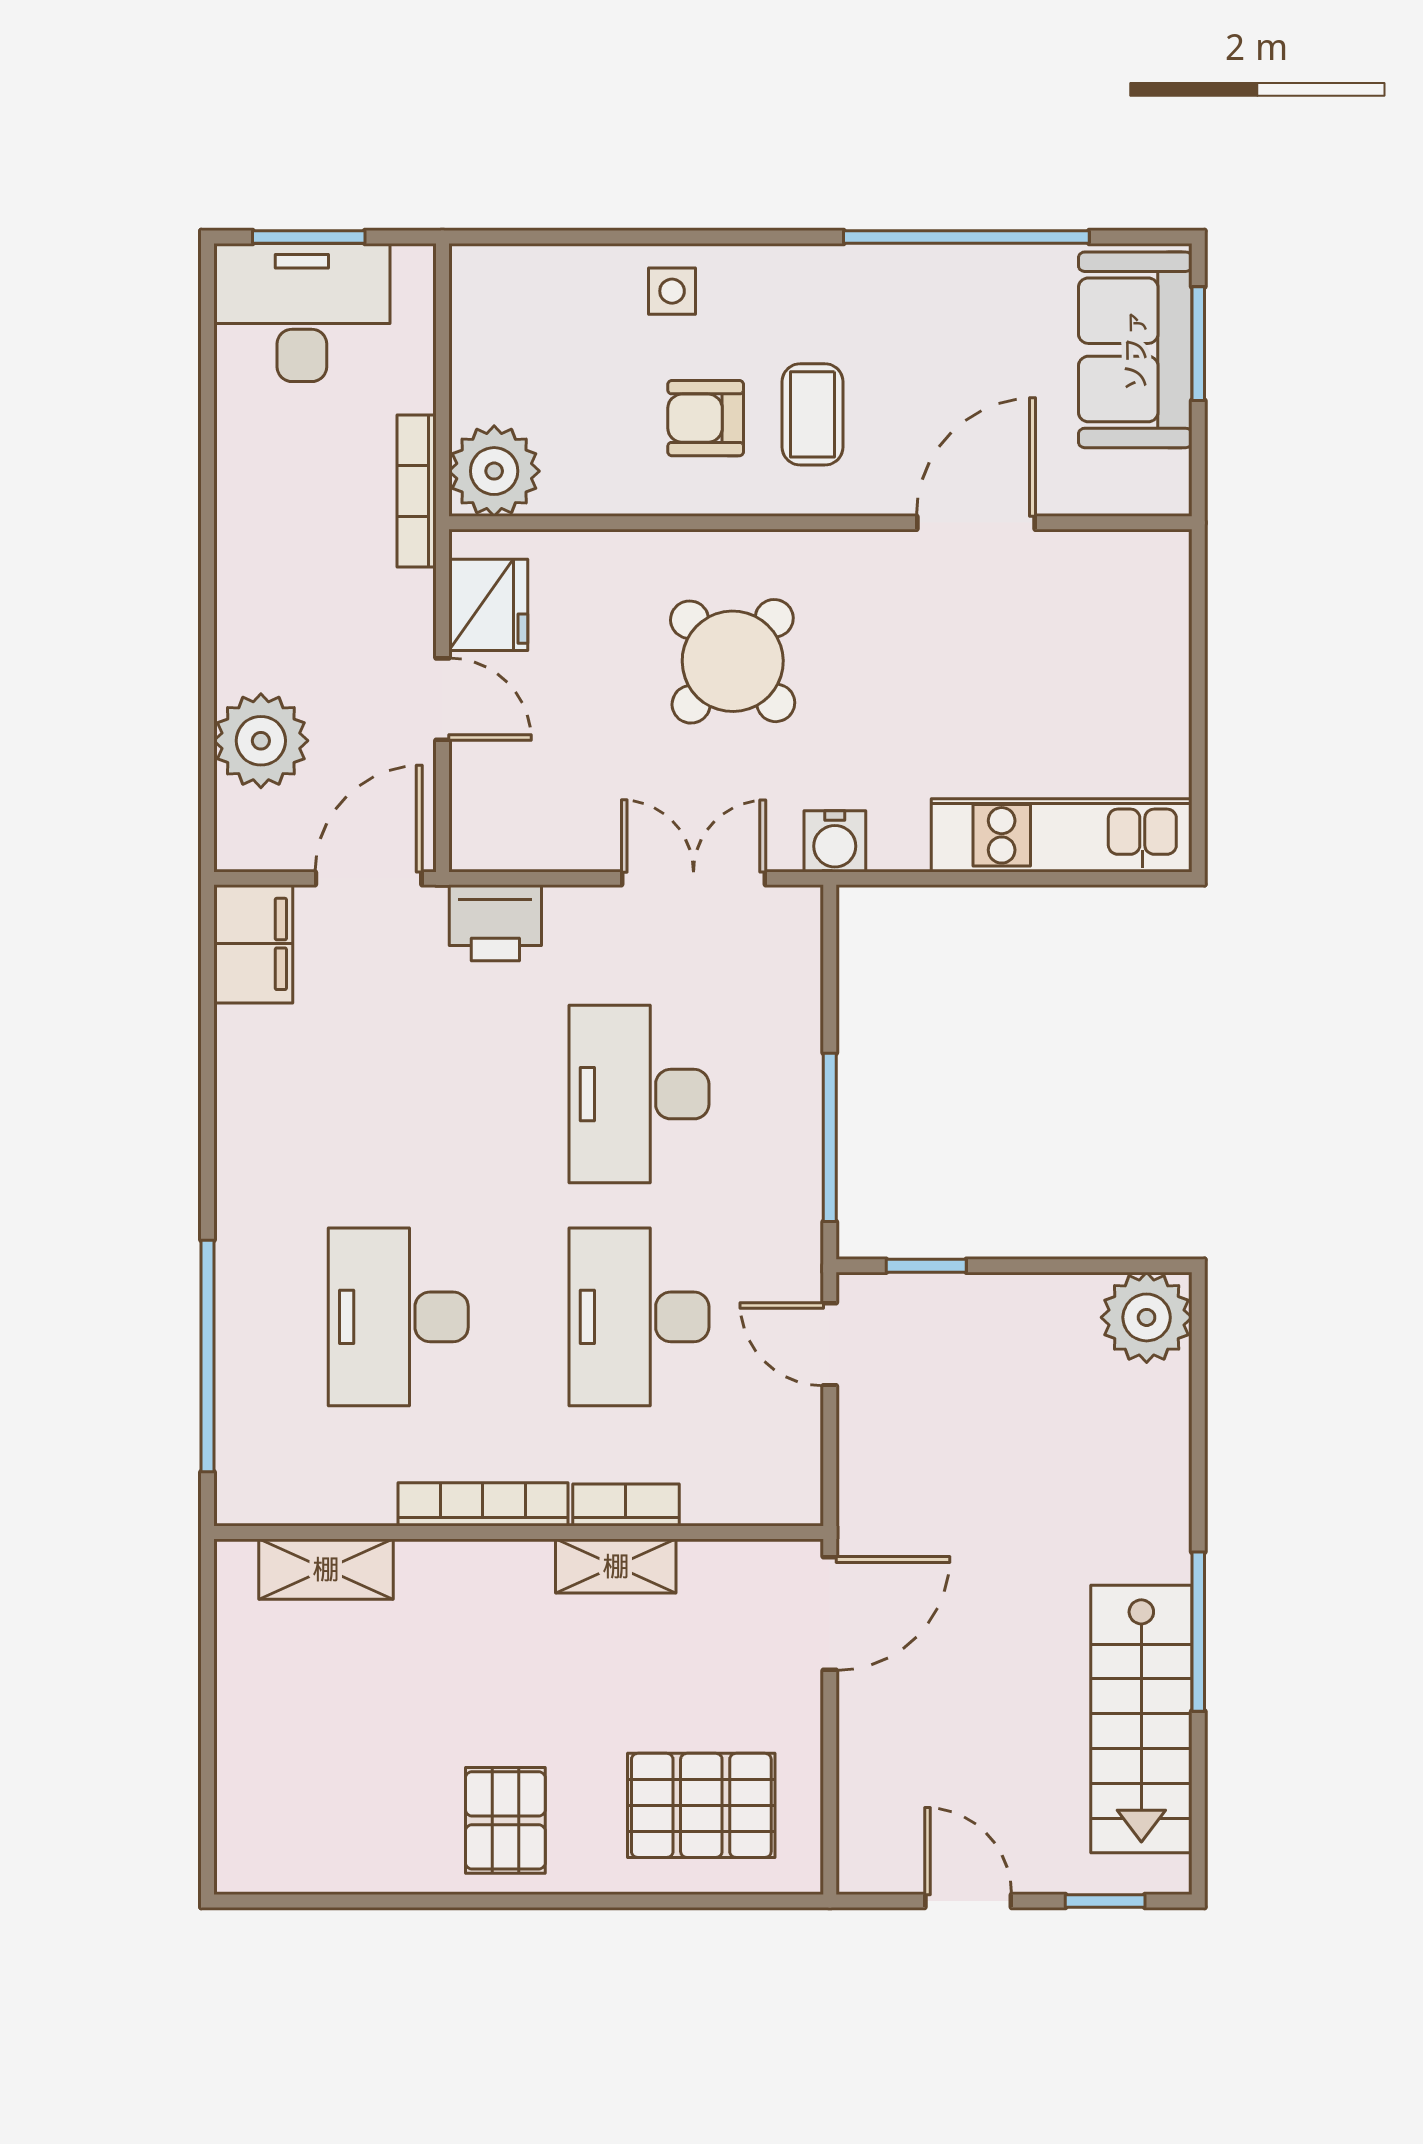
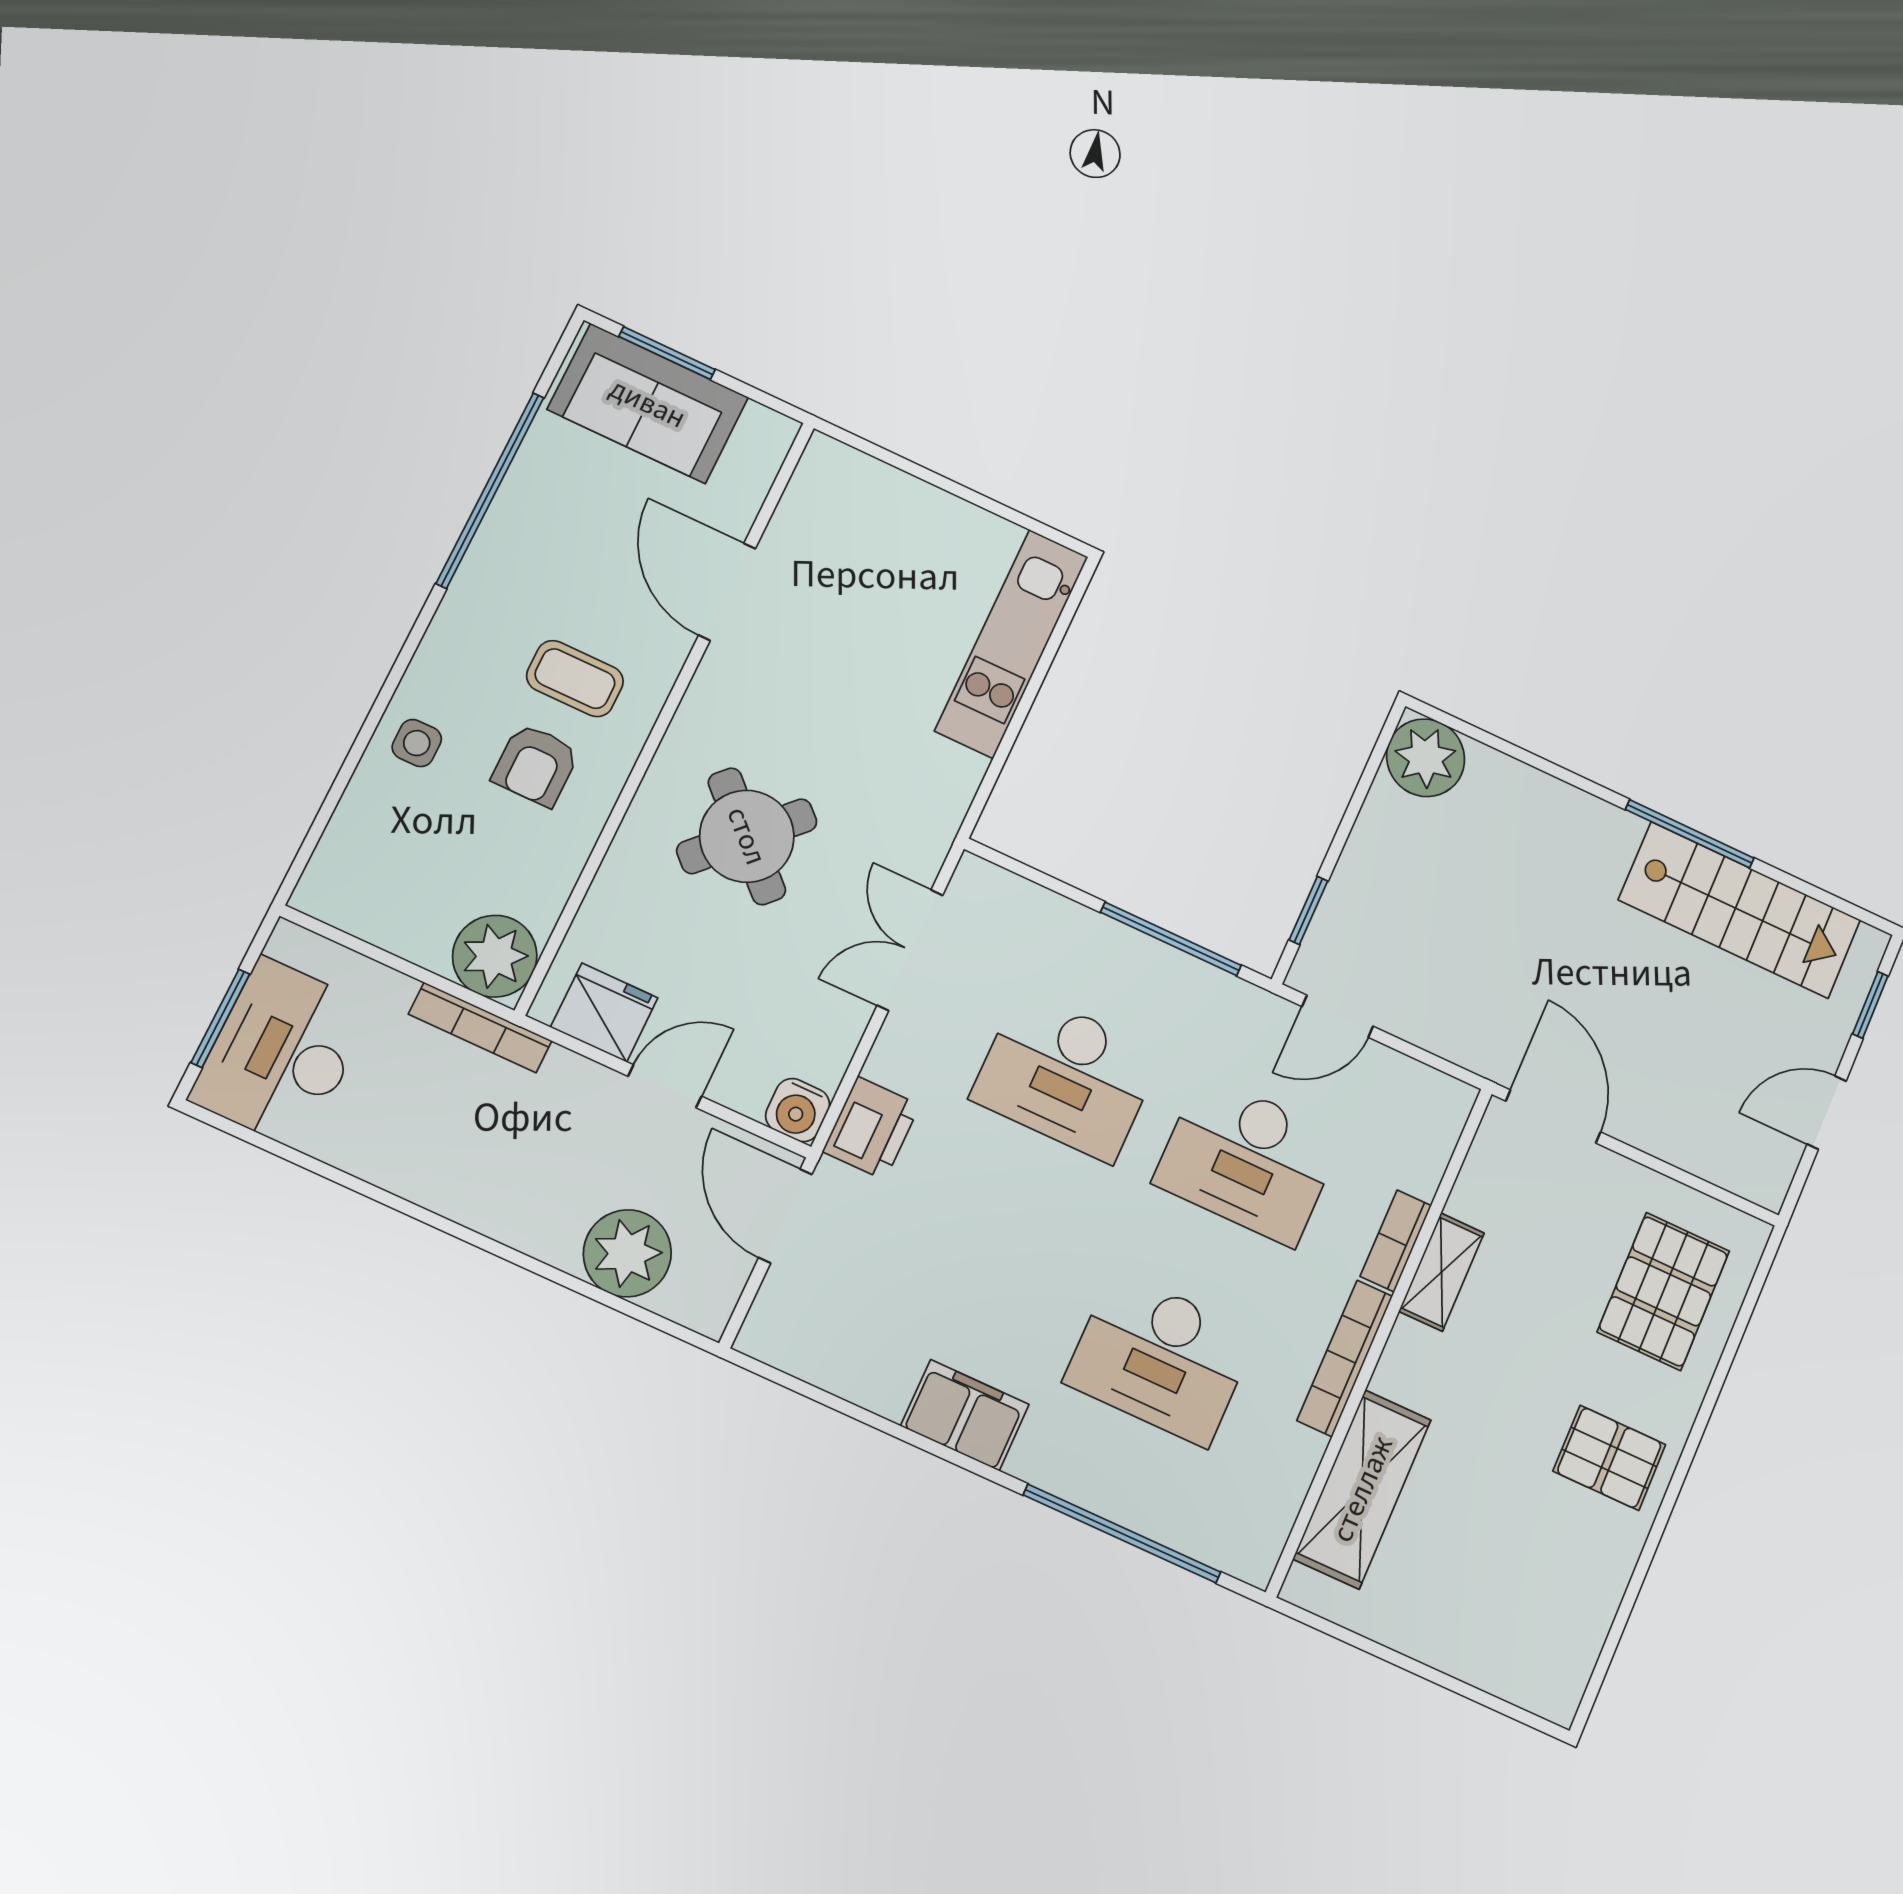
water cooler: (835, 841) -> (798, 1110), moved, turned 90
filing cabinet: (253, 944) -> (965, 1415), moved
shelving: (326, 1569) -> (1362, 1489), width x1.50, depth x1.33

